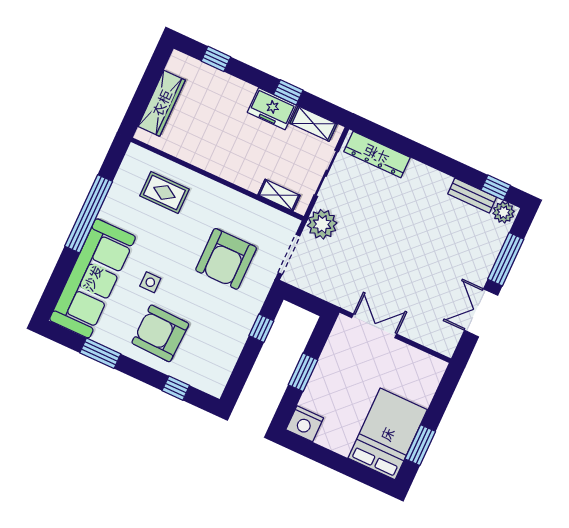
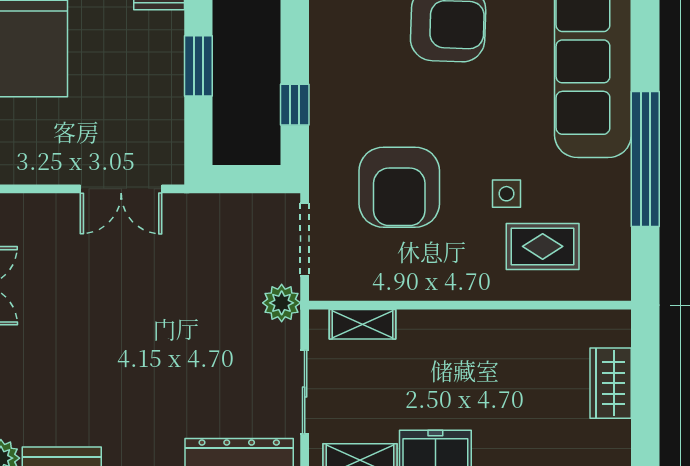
wardrobe: (162, 103) -> (611, 383), width x0.67
plant: (322, 224) -> (282, 303), width x0.73, depth x0.73
armchair: (226, 259) -> (399, 187), turned 180
side table: (150, 282) -> (506, 194), moved

